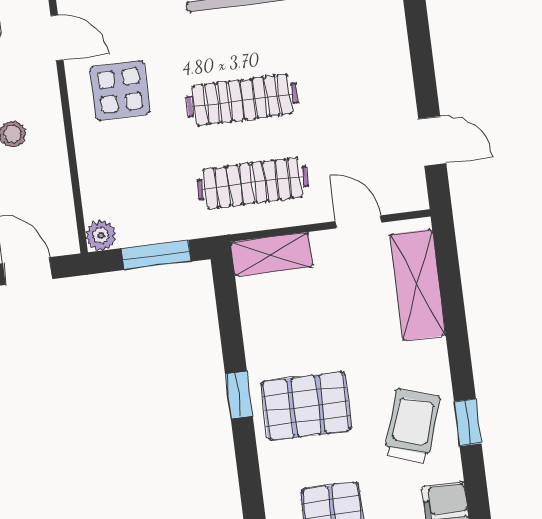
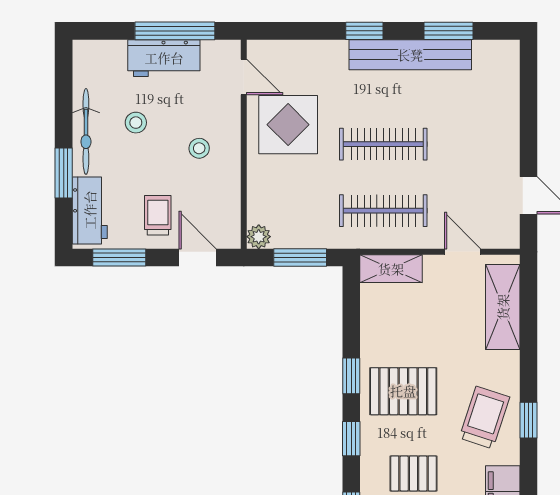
display table: (120, 90) -> (288, 125), width x1.36, depth x1.36
window: (249, 474) -> (351, 439), added

